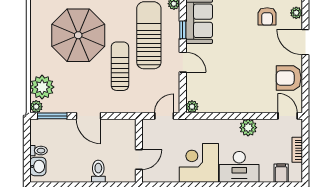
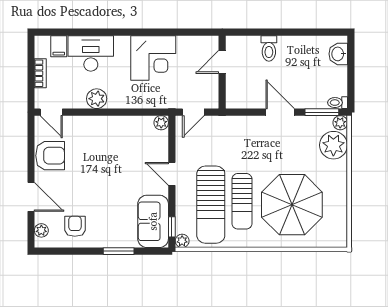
window: (183, 30) -> (172, 227), moved
sun lounger: (120, 66) -> (242, 201), moved
toilet: (39, 151) -> (338, 103), moved
desk: (239, 167) -> (91, 53), moved

